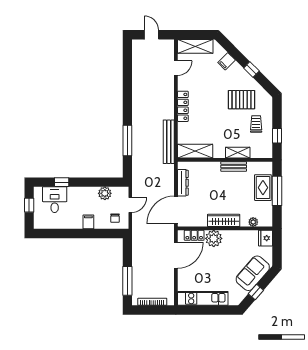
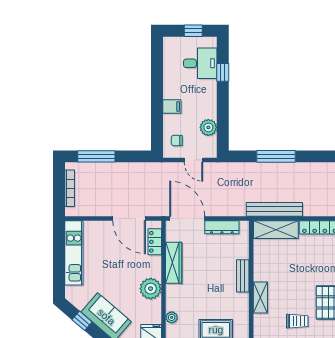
shelving: (195, 151) -> (276, 230), moved, turned 90
bench: (234, 166) -> (243, 276), moved
wardrobe: (224, 220) -> (174, 263), moved
plant: (214, 238) -> (151, 289), moved

